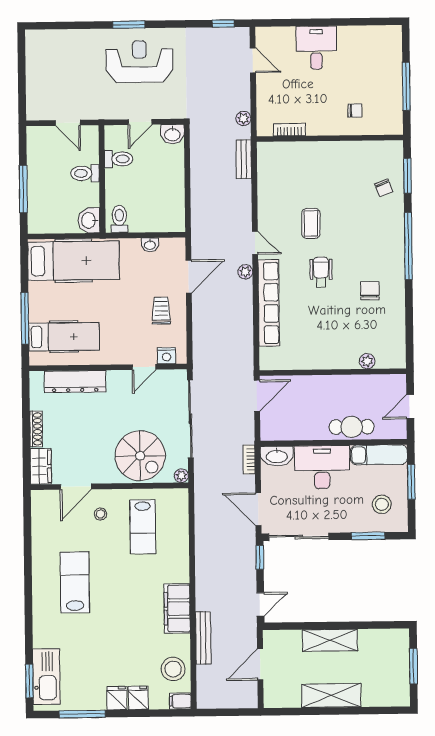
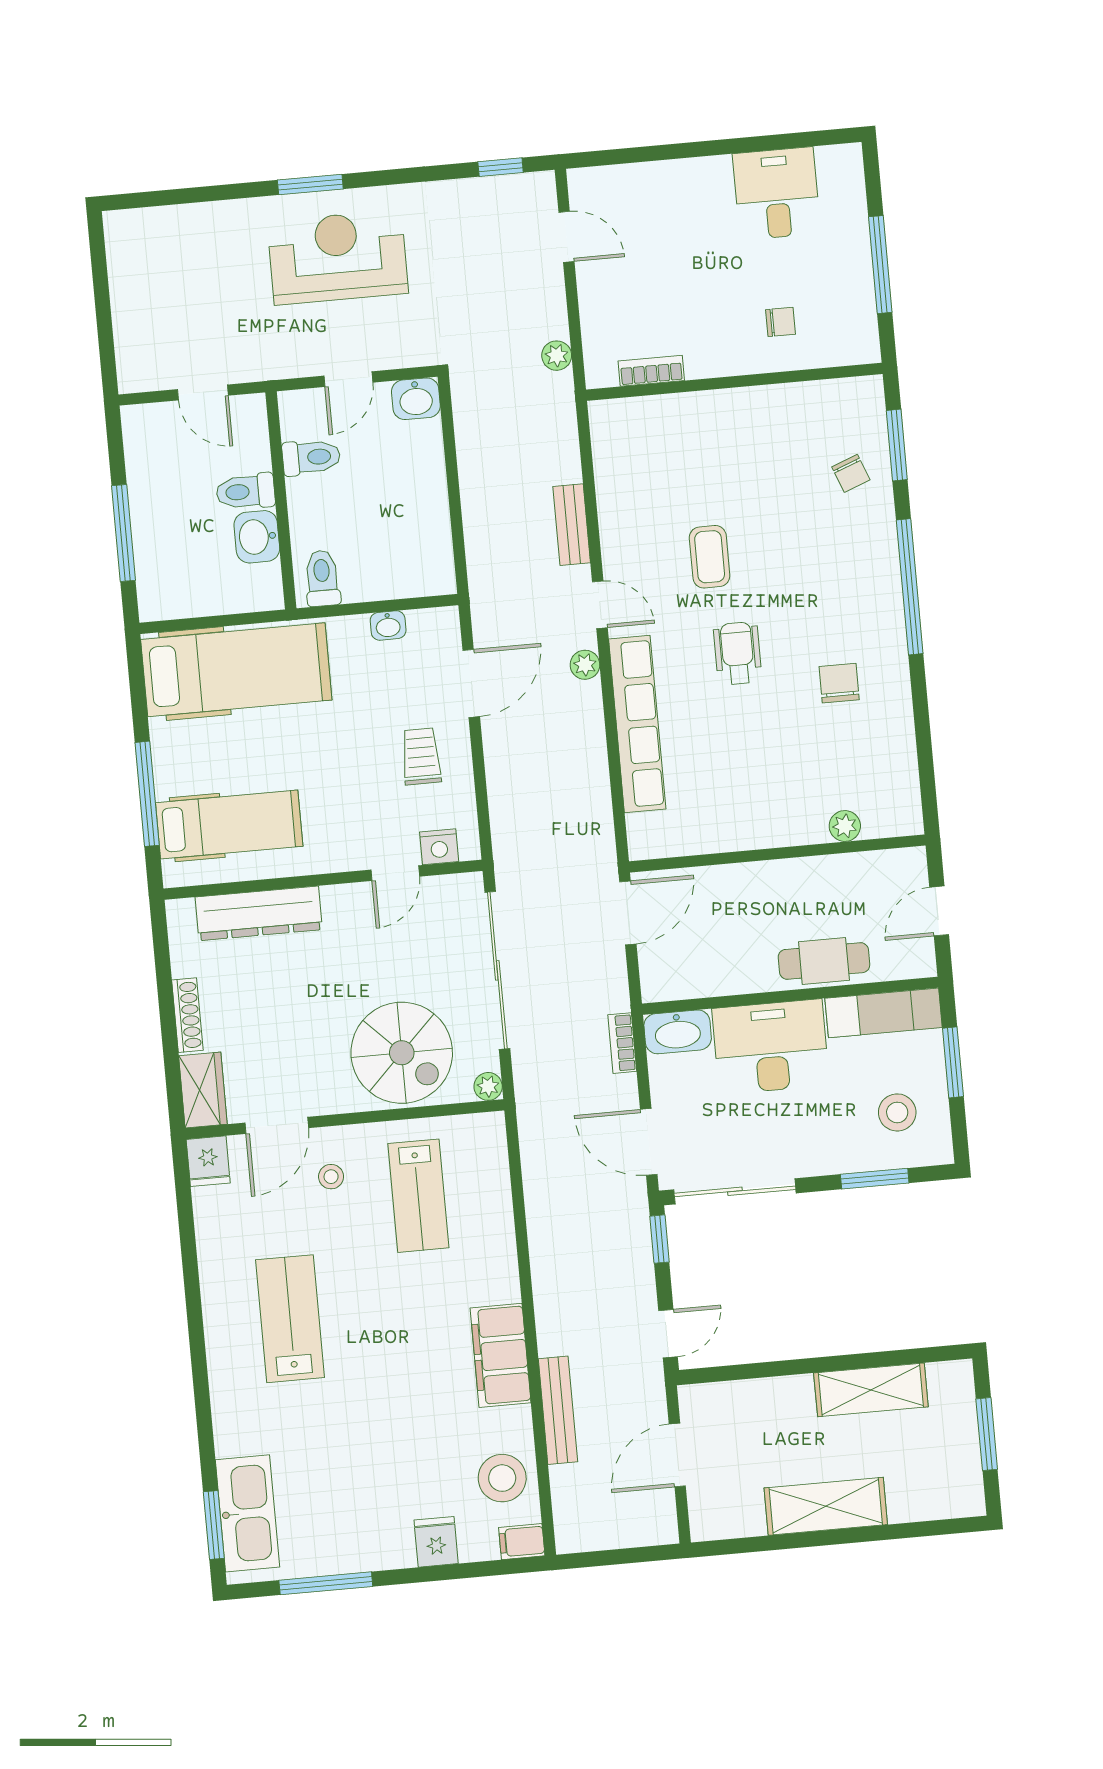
desk: (316, 48) -> (777, 194), moved
bench: (244, 159) -> (572, 525), moved
washbasin: (89, 220) -> (257, 537), moved
shelving: (330, 640) -> (871, 1390), moved
fridge: (117, 698) -> (208, 1161), moved, turned 180

